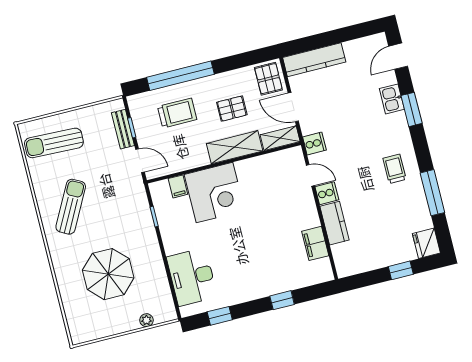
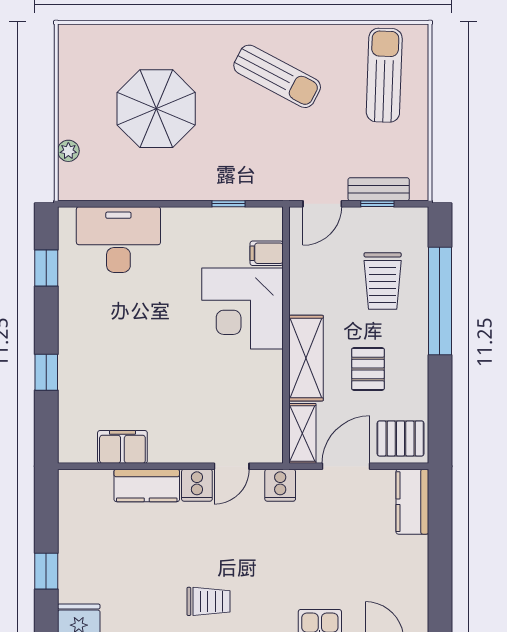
kitchen counter: (314, 60) -> (412, 502), width x0.67

